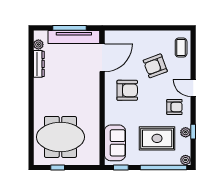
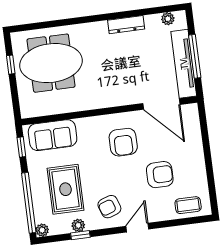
dresser: (39, 64) -> (126, 25), moved
armchair: (155, 66) -> (160, 175), turned 110
armchair: (174, 107) -> (109, 207), turned 71
meeting table: (60, 137) -> (51, 63), turned 90

